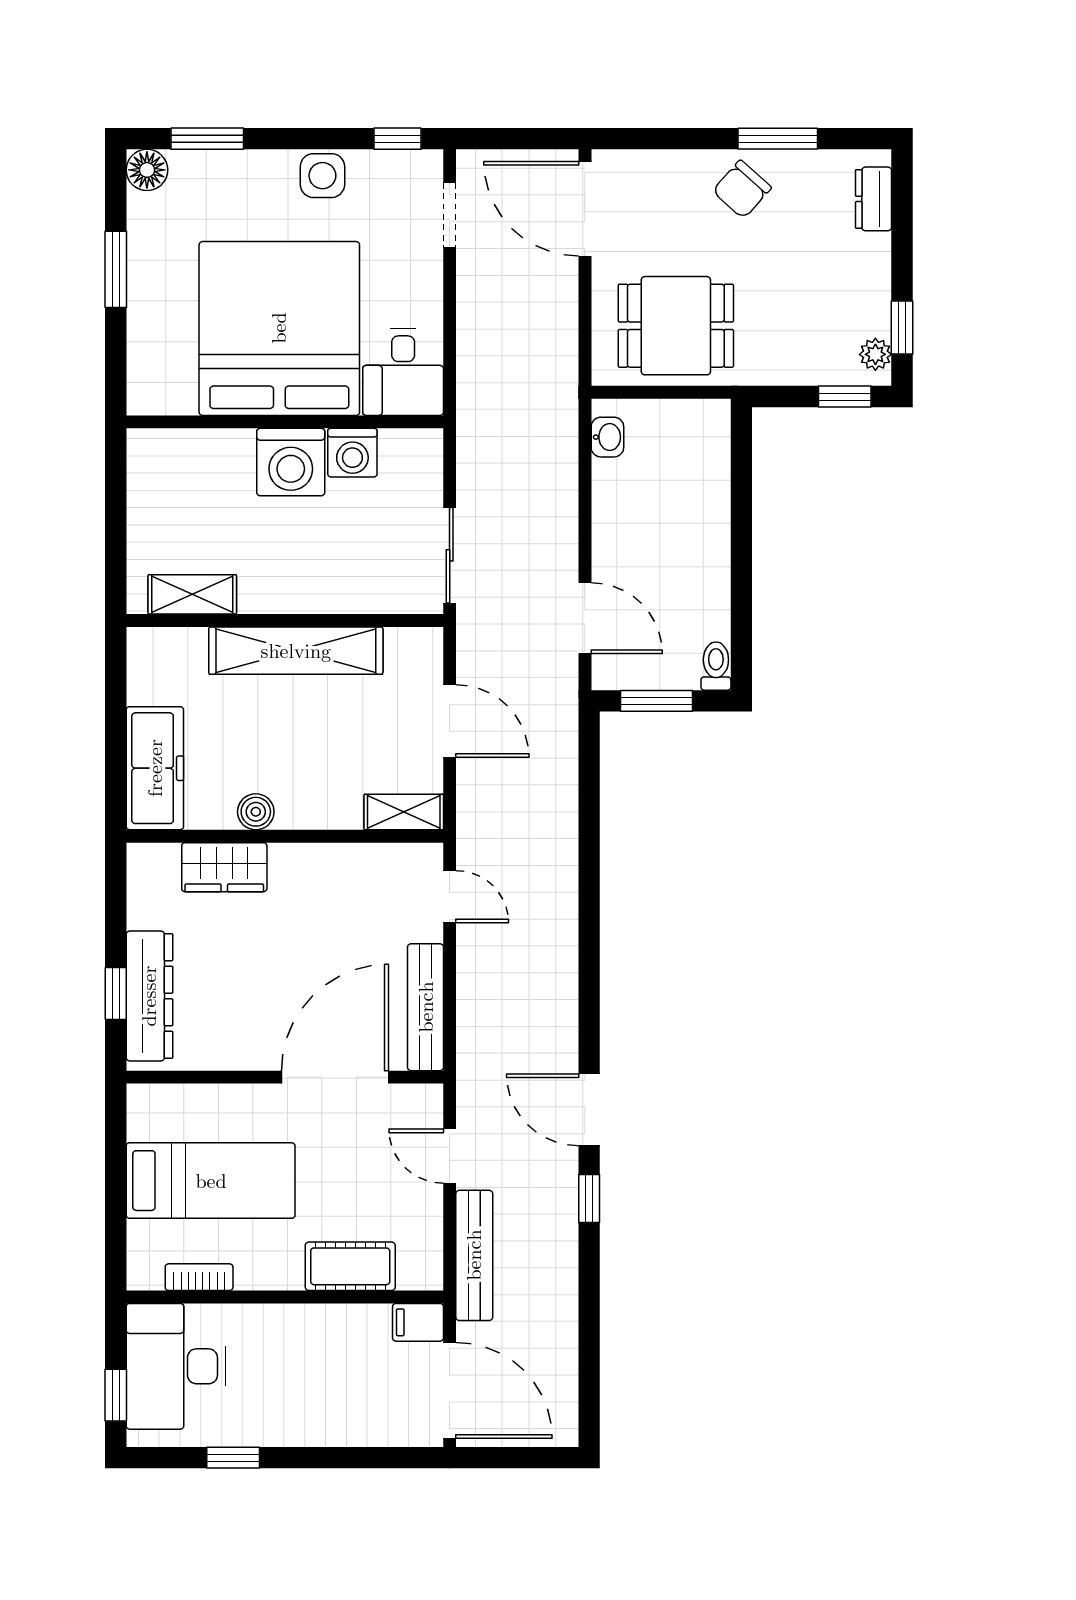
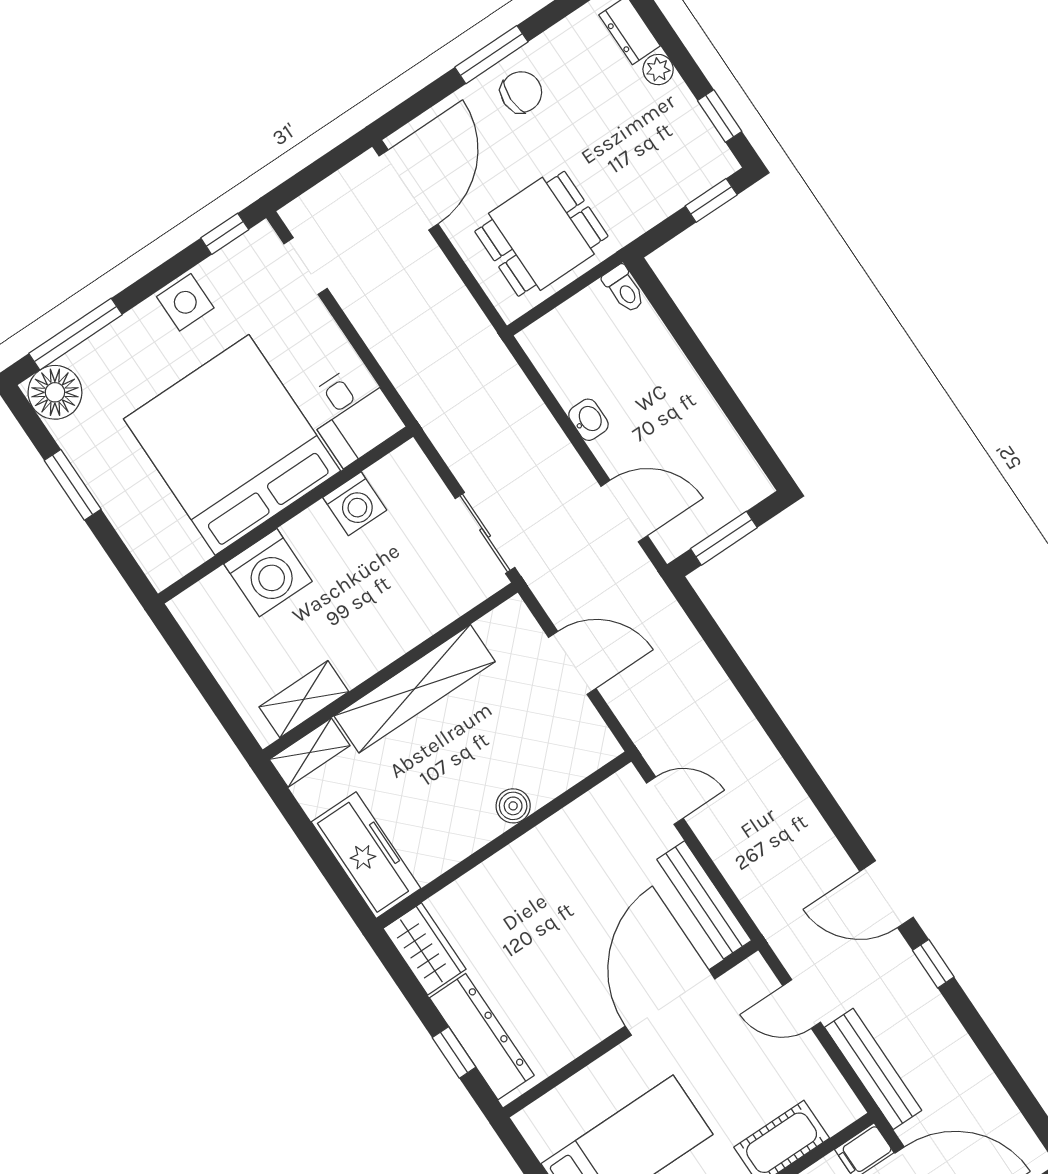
window: (207, 139) -> (75, 334), width x1.44
window: (778, 139) -> (491, 55), moved
floor lamp: (147, 170) -> (55, 392), width x1.38, depth x1.38
chair: (742, 189) -> (521, 92), turned -132
door: (585, 209) -> (408, 190), swing flipped
plant: (875, 354) -> (658, 70), moved
washbasin: (607, 437) -> (588, 420), moved
washing machine: (291, 462) -> (268, 573), moved
toilet: (716, 666) -> (624, 289), moved, turned 180
boiler: (256, 812) -> (513, 806), moved
shelving: (404, 812) -> (310, 753), moved
wardrobe: (224, 867) -> (425, 949), moved, turned -90

